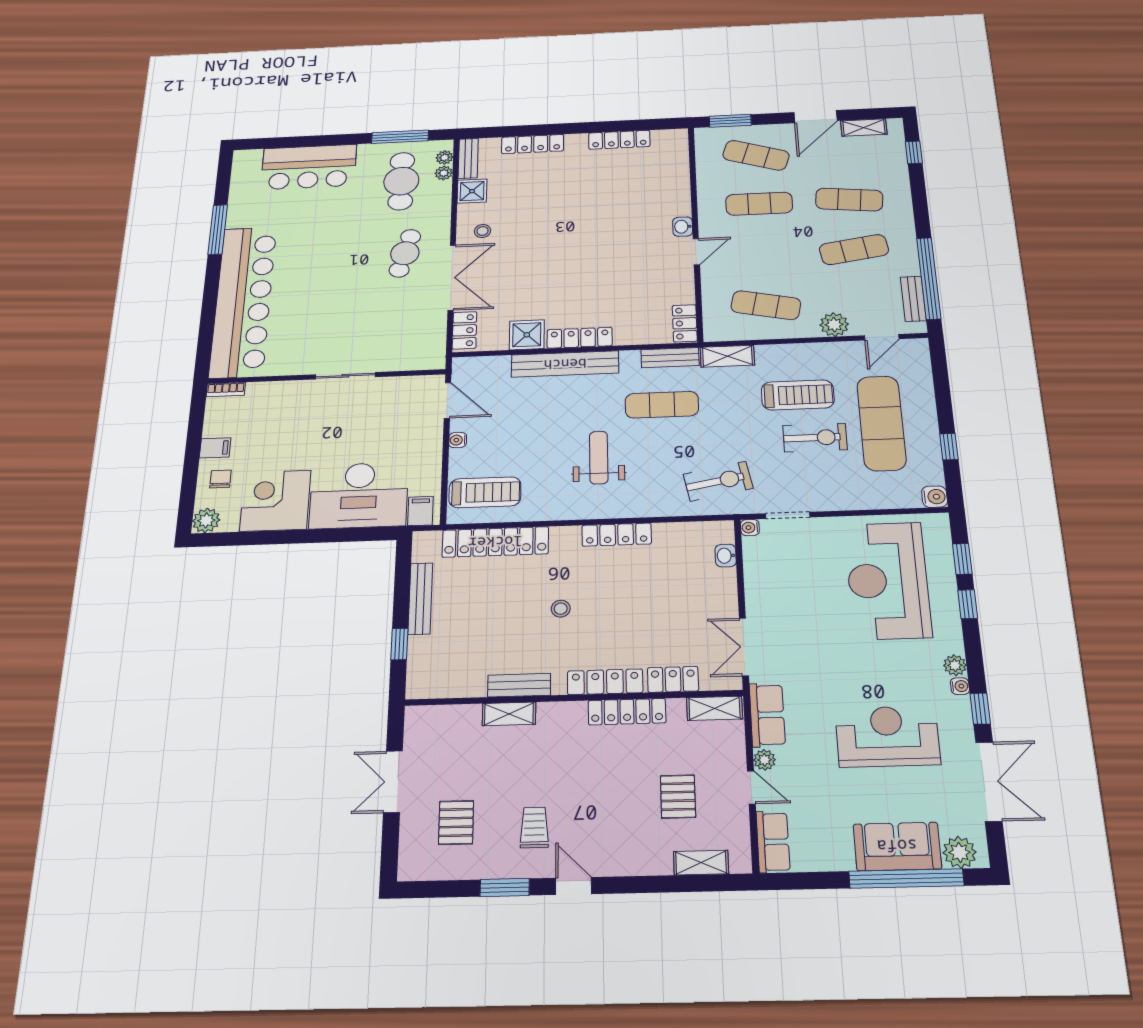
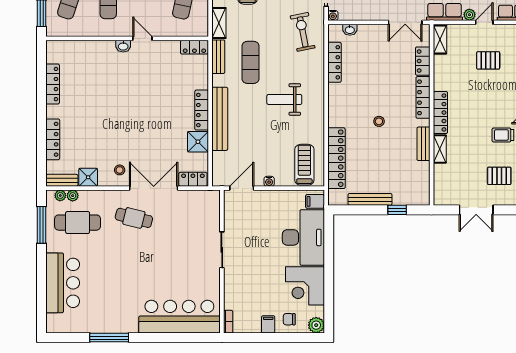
bar counter: (243, 301) -> (179, 317), width x0.73
locker: (617, 535) -> (334, 62), moved
locker: (627, 712) -> (440, 113), moved

